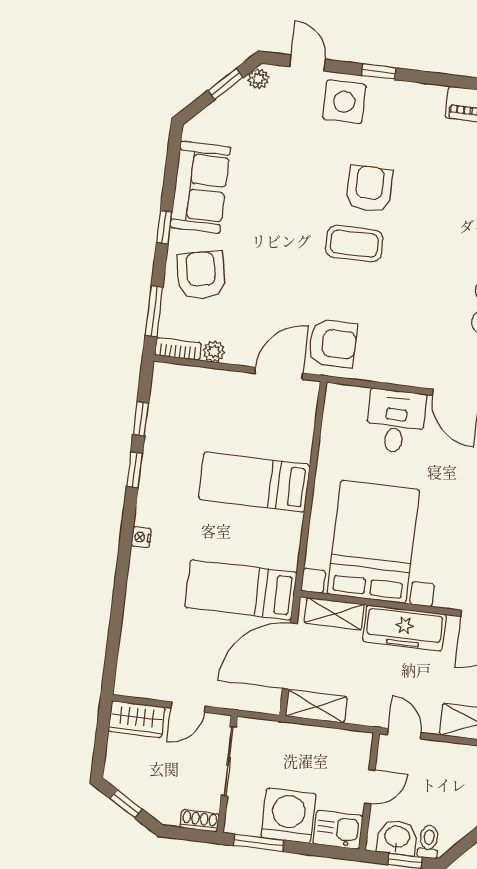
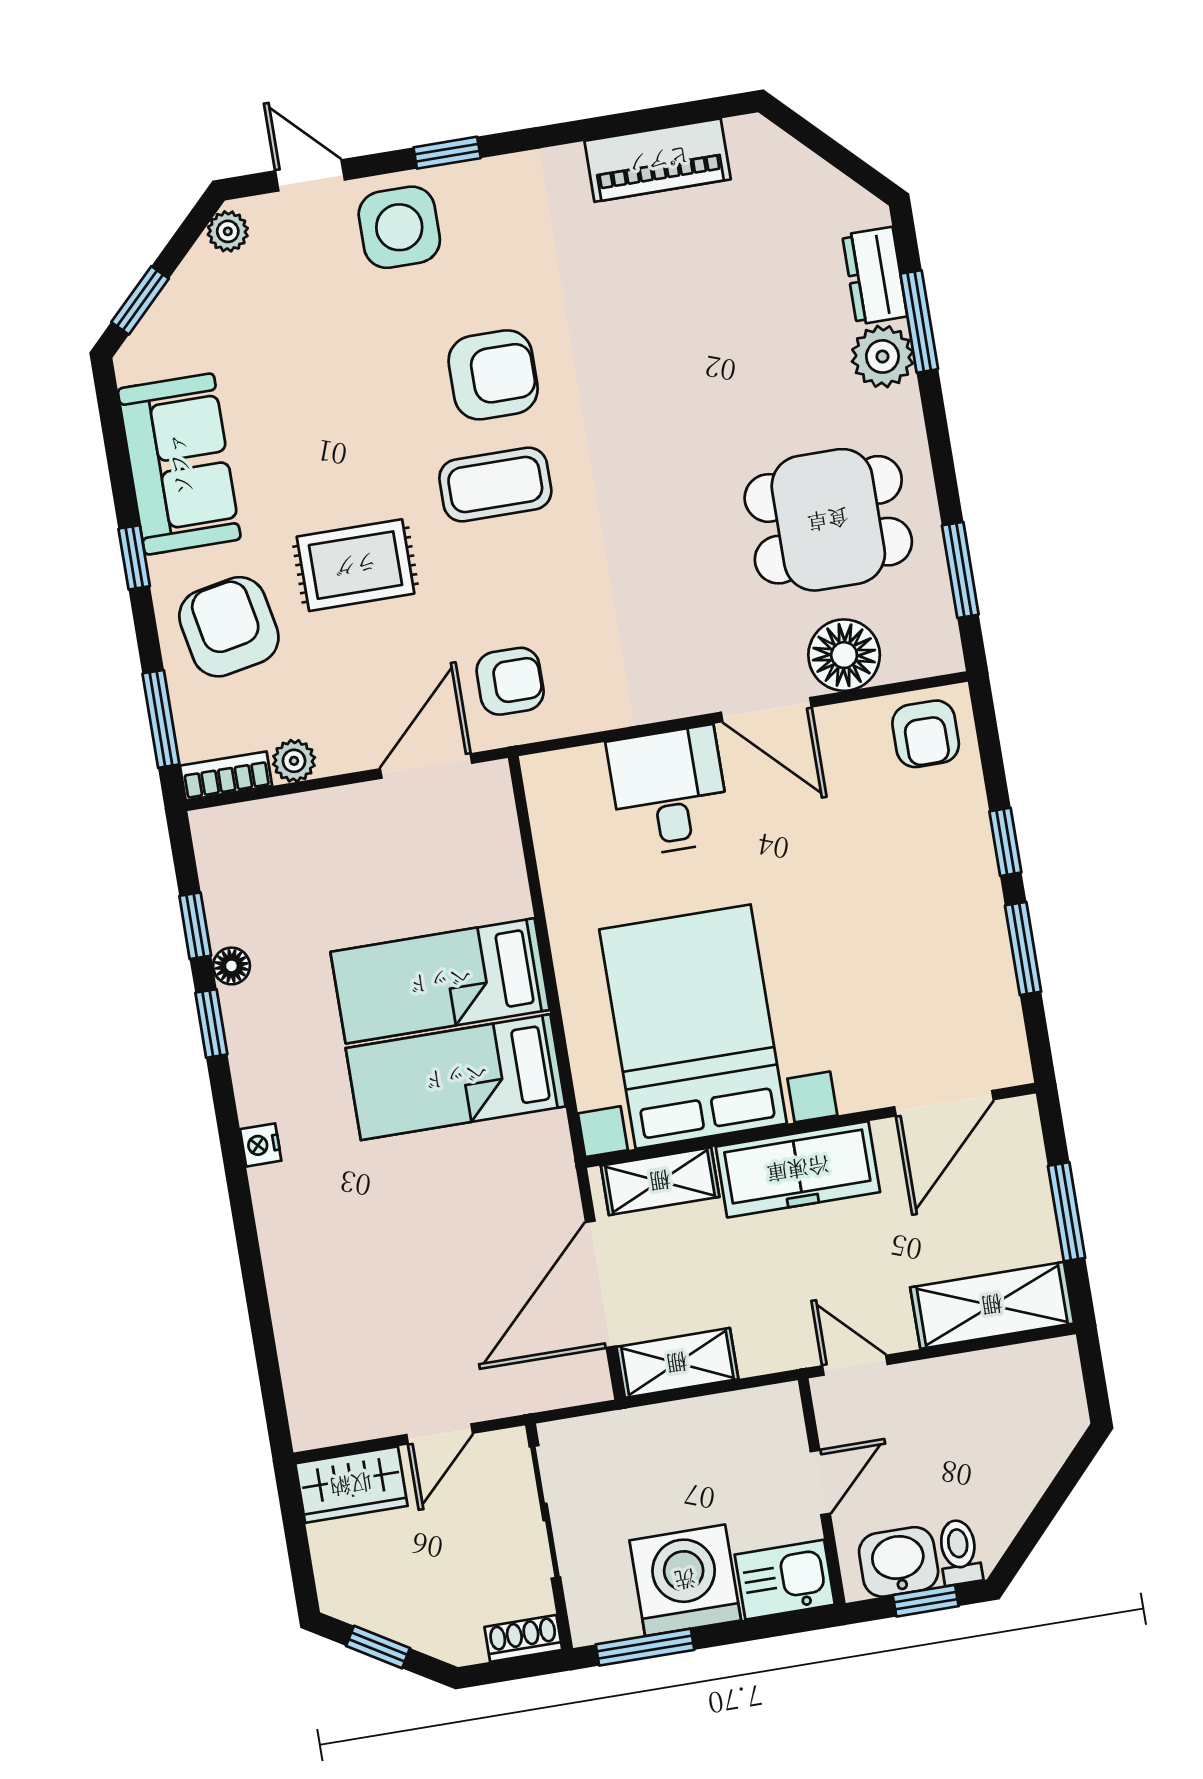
window: (226, 84) -> (140, 300), moved
armchair: (369, 189) -> (493, 375), turned 90
rug: (273, 263) -> (356, 565), added
armchair: (333, 343) -> (510, 681), width x0.72, depth x0.72
floor lamp: (153, 444) -> (231, 966), added
bed: (241, 590) -> (456, 1077), moved

